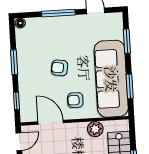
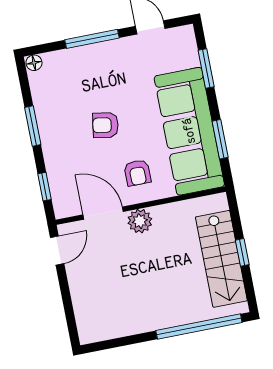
armchair: (75, 100) -> (137, 173), turned -90
plant: (95, 129) -> (140, 221), moved

